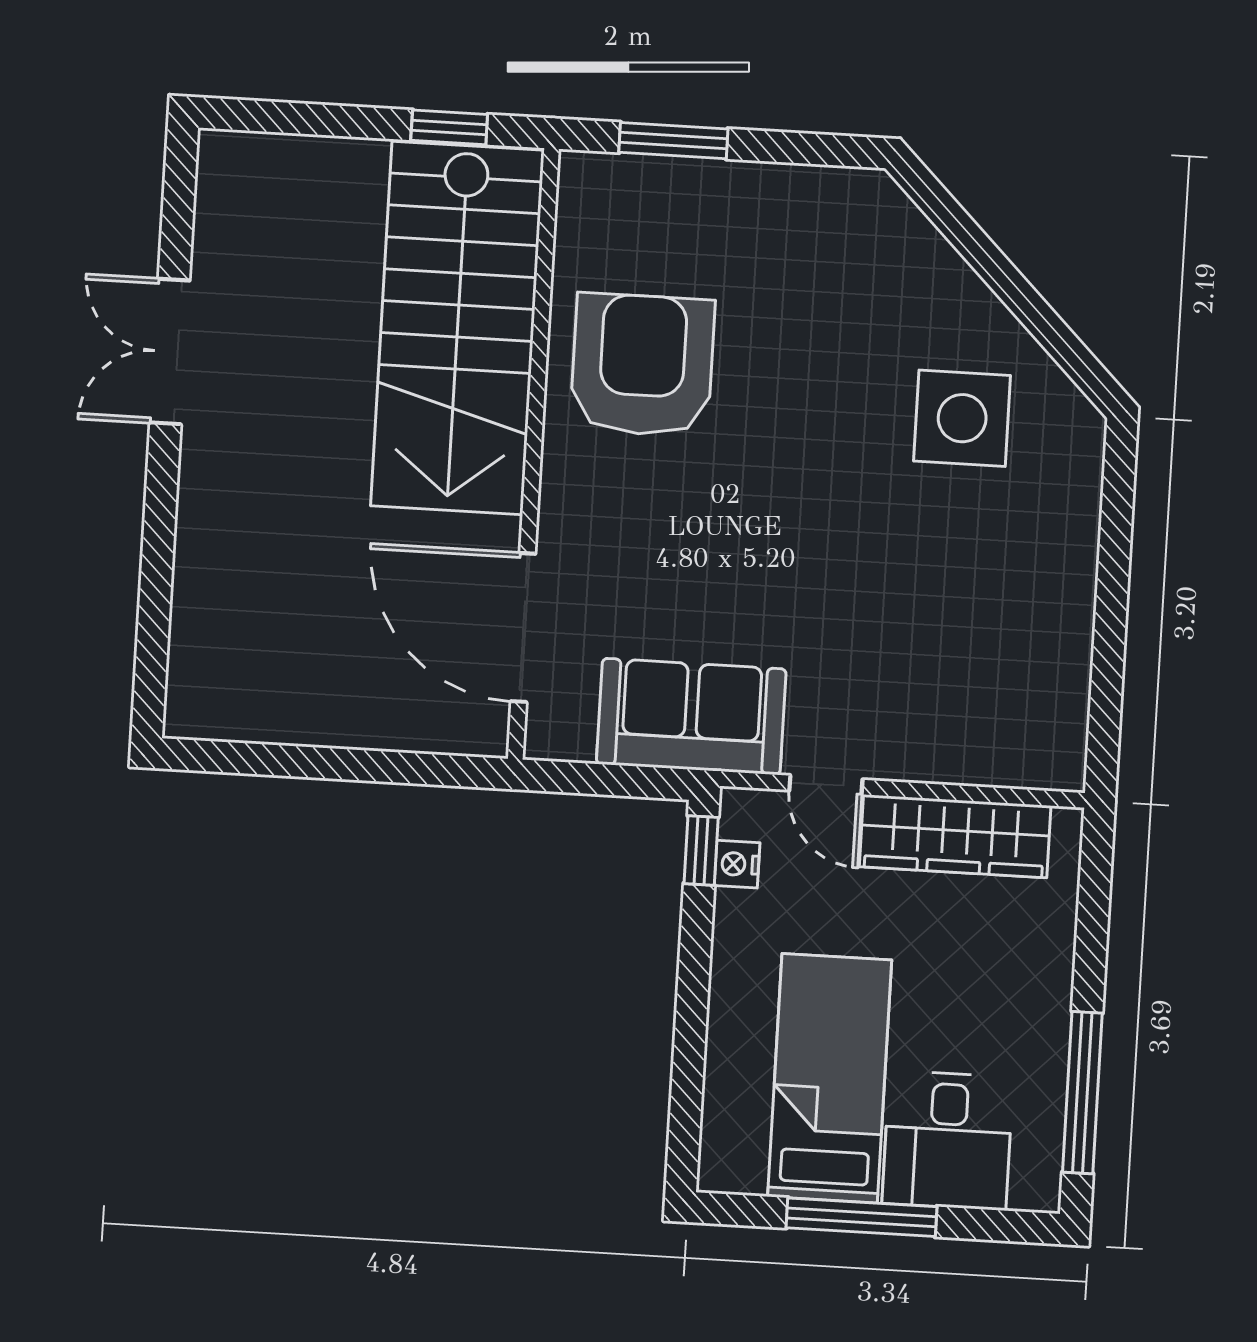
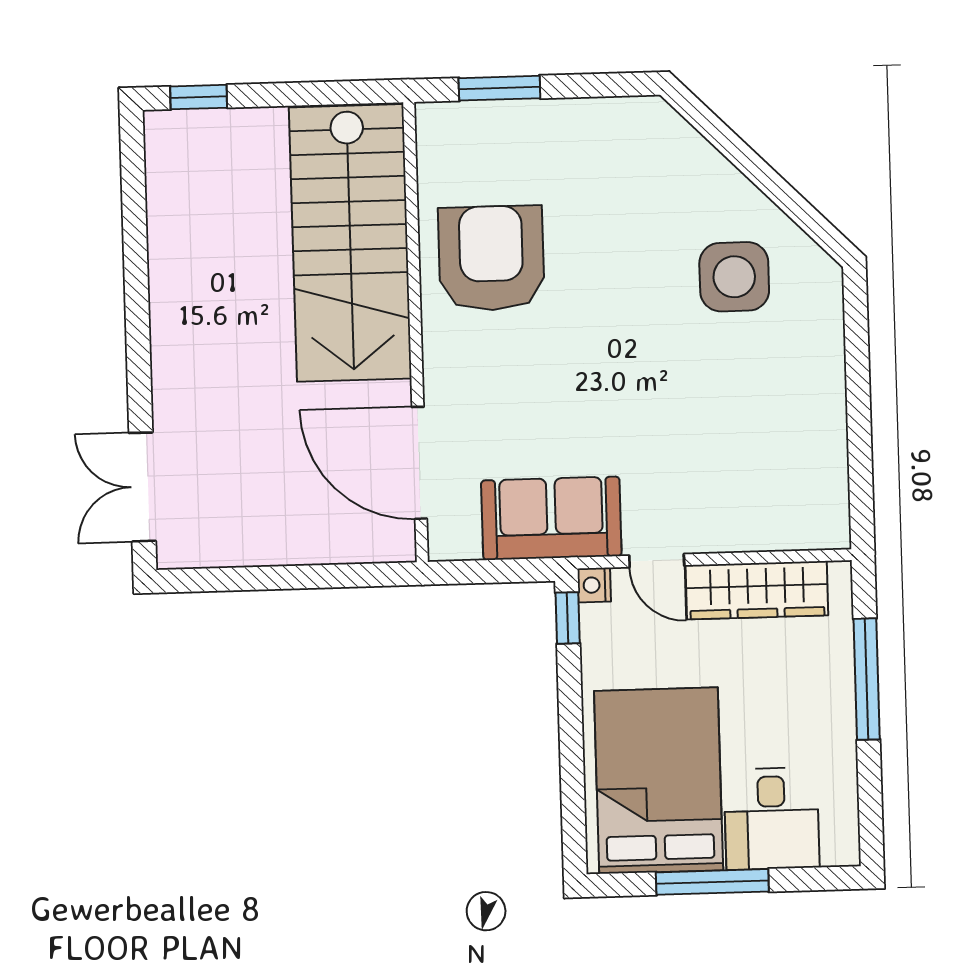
window: (449, 127) -> (199, 97), moved
double door: (170, 352) -> (142, 487), moved
nightstand: (737, 864) -> (594, 585), moved
bed: (830, 1078) -> (659, 781), width x1.50
window: (1082, 1093) -> (867, 679), moved

